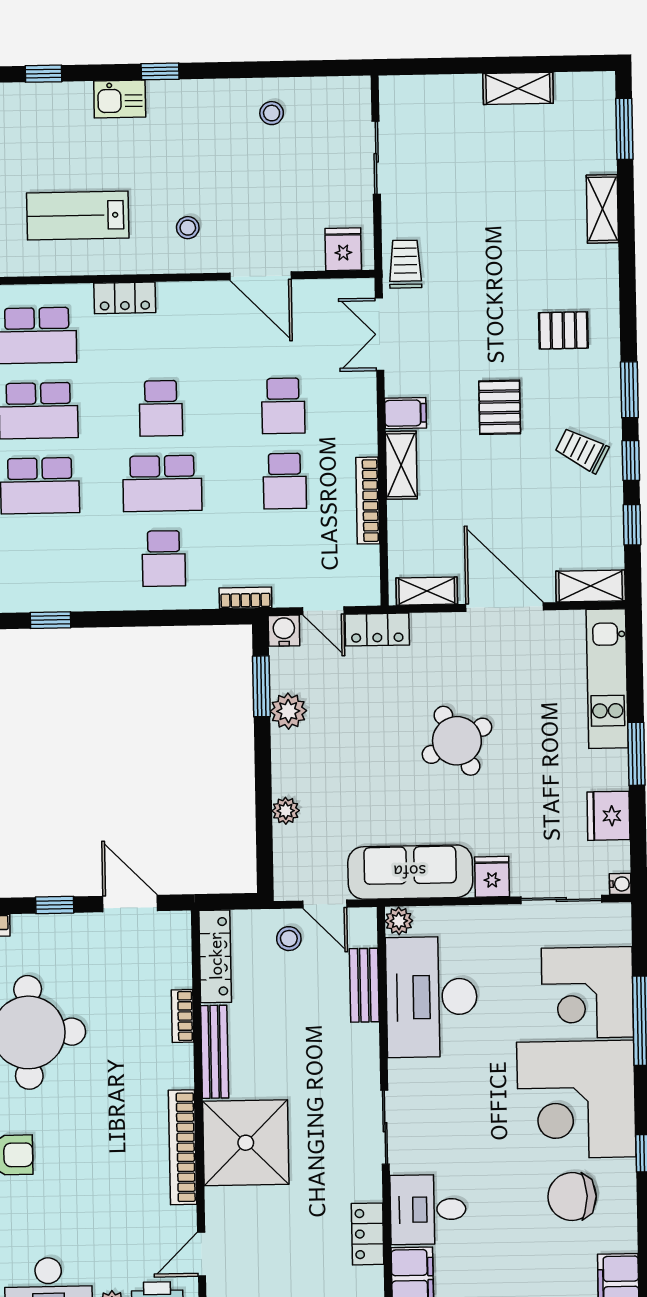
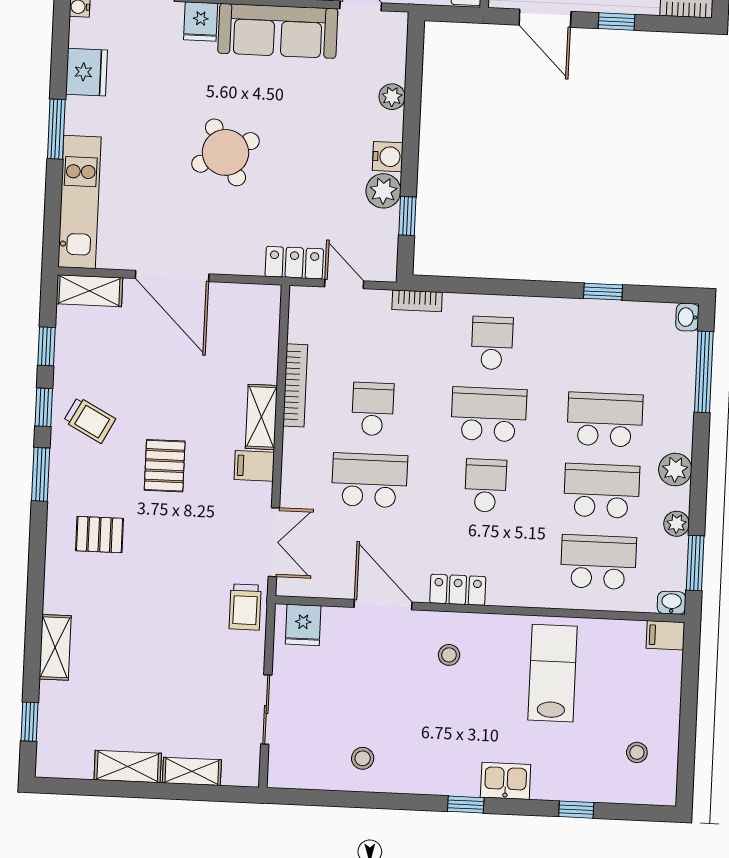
window: (624, 129) -> (29, 722), width x0.67
lab bench: (78, 215) -> (553, 673), turned -90
locker: (125, 298) -> (458, 590), moved
school desk: (283, 406) -> (370, 480), width x1.85
shelving: (427, 591) -> (192, 771), moved
water cooler: (284, 631) -> (388, 157), moved, turned -90
window: (261, 686) -> (407, 216), width x0.67

